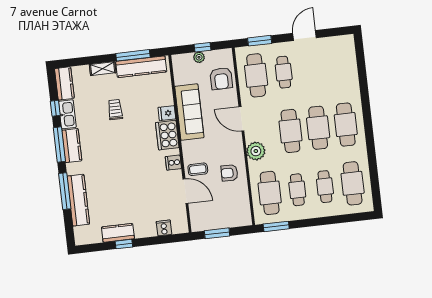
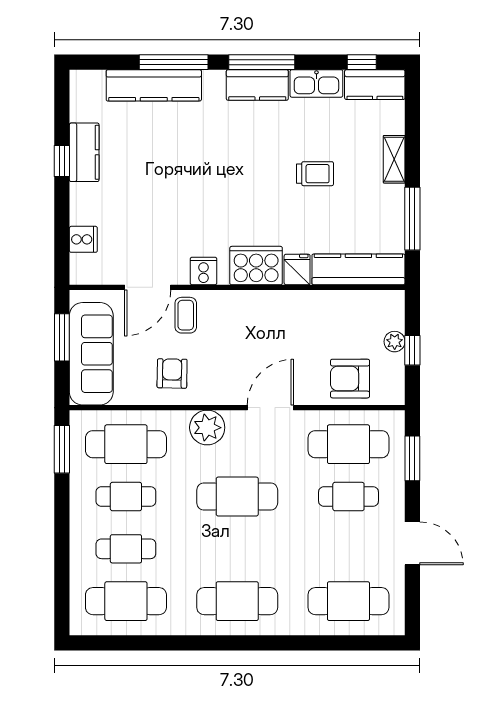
kitchen counter: (141, 67) -> (358, 269), moved, turned 90
window: (55, 108) -> (362, 62), moved
sofa: (189, 112) -> (91, 354), moved, turned -90
cafe table: (318, 128) -> (348, 601), moved

